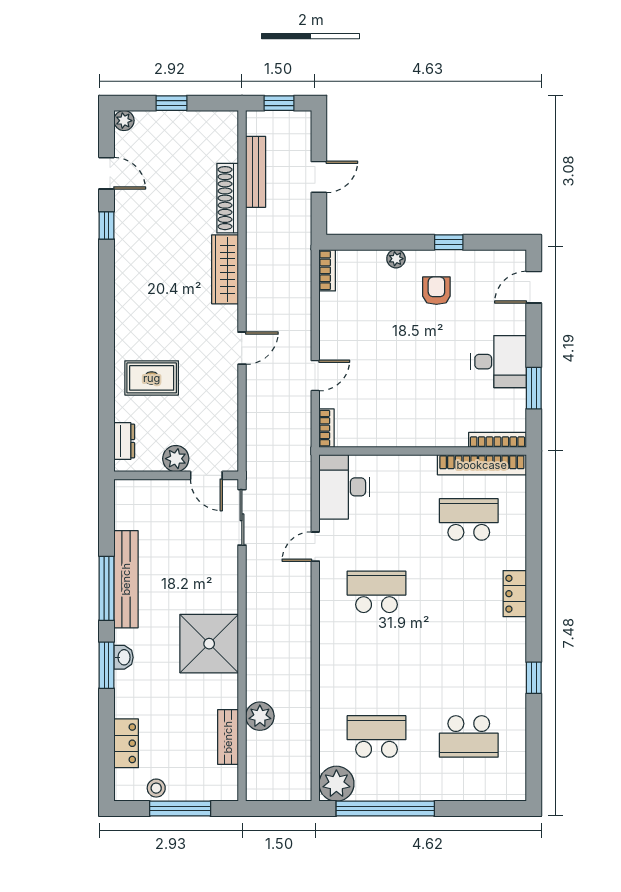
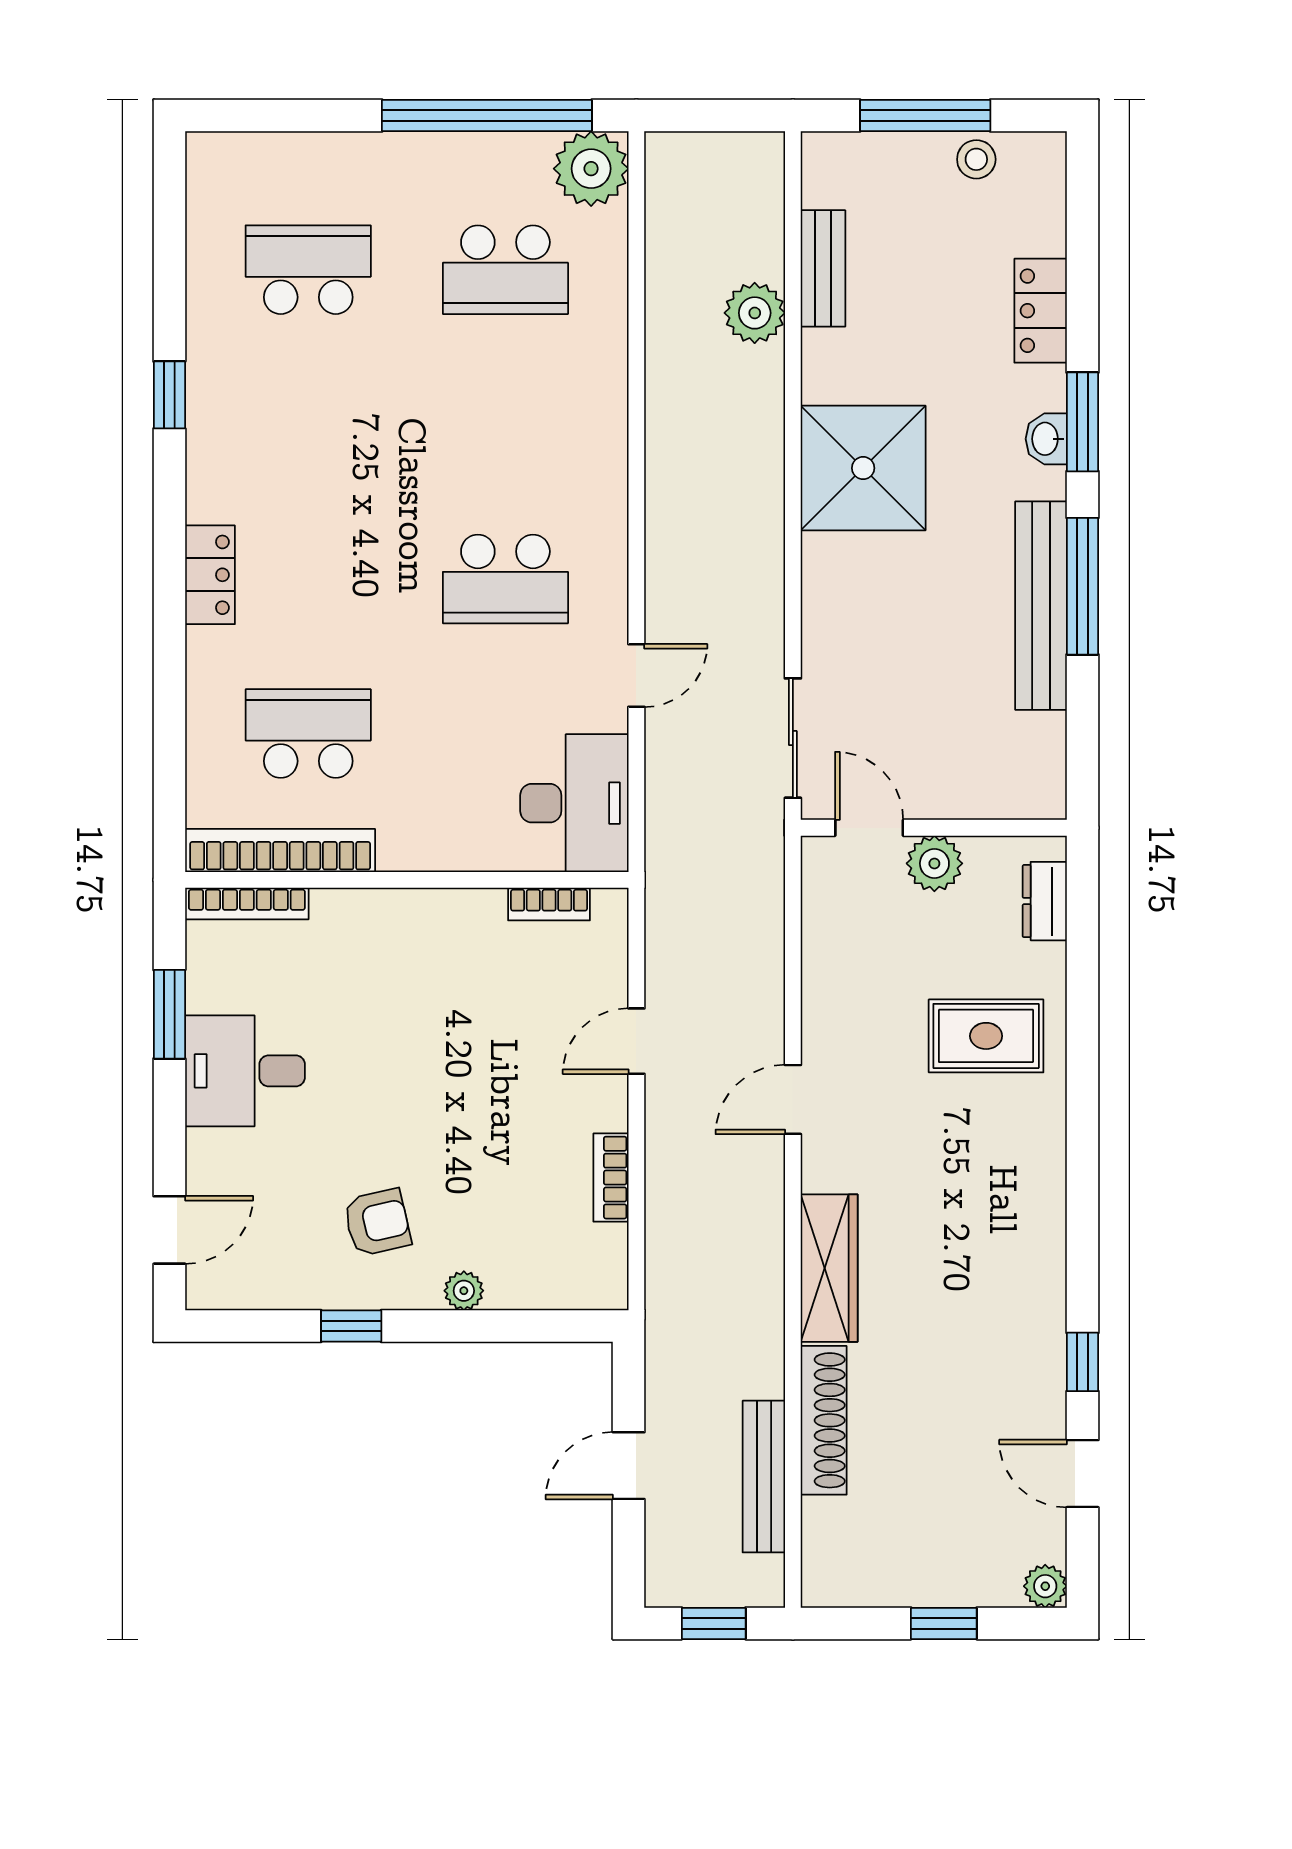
bookcase: (327, 270) -> (611, 1178), moved
armchair: (436, 291) -> (377, 1222), turned -103
bookcase: (327, 428) -> (549, 904), moved, turned -90
school desk: (469, 519) -> (308, 734), turned 180
locker: (126, 743) -> (1041, 311), moved

